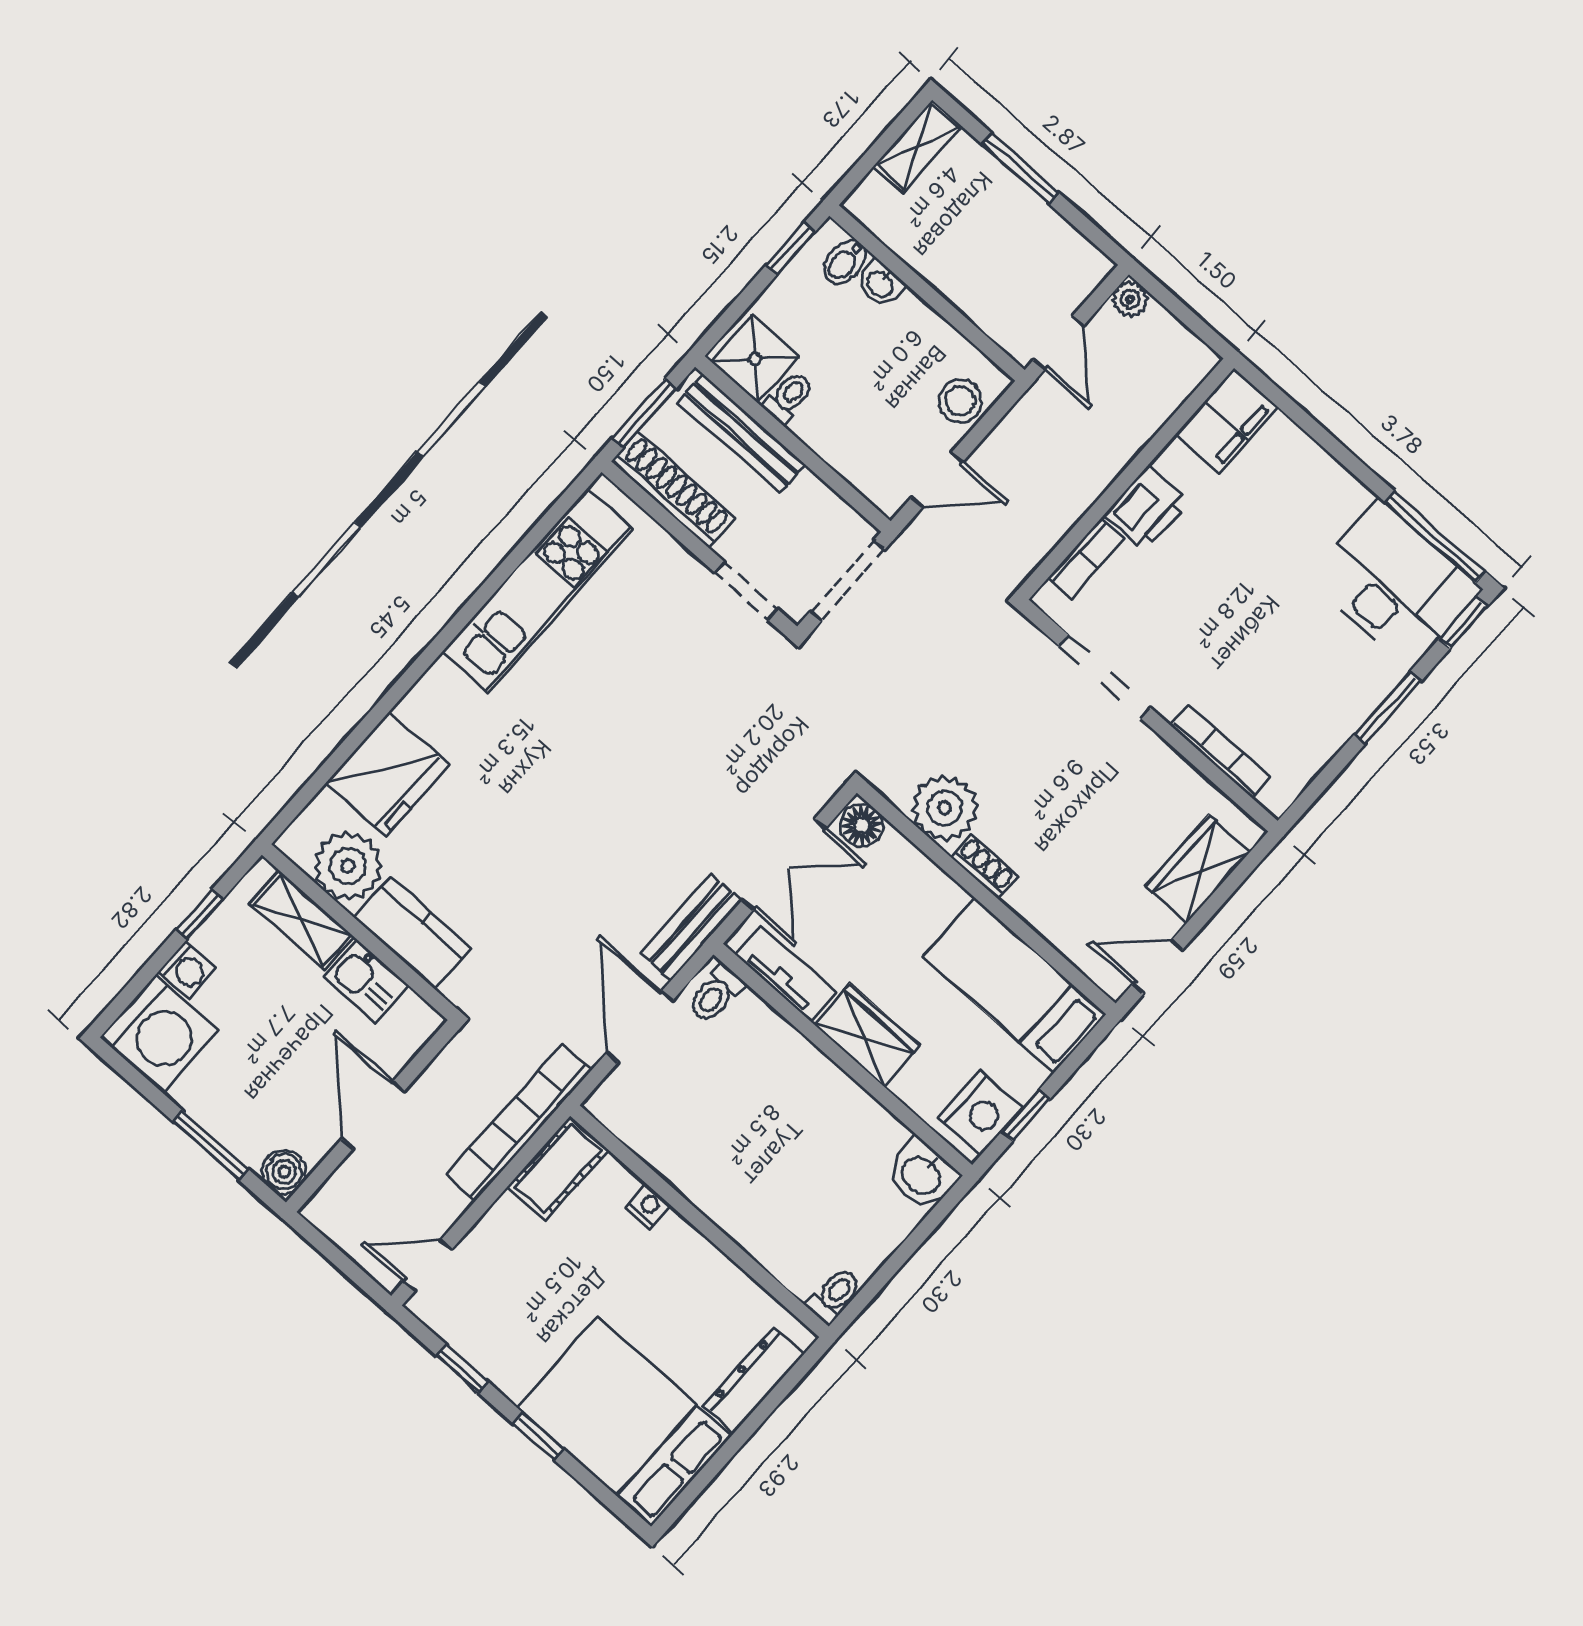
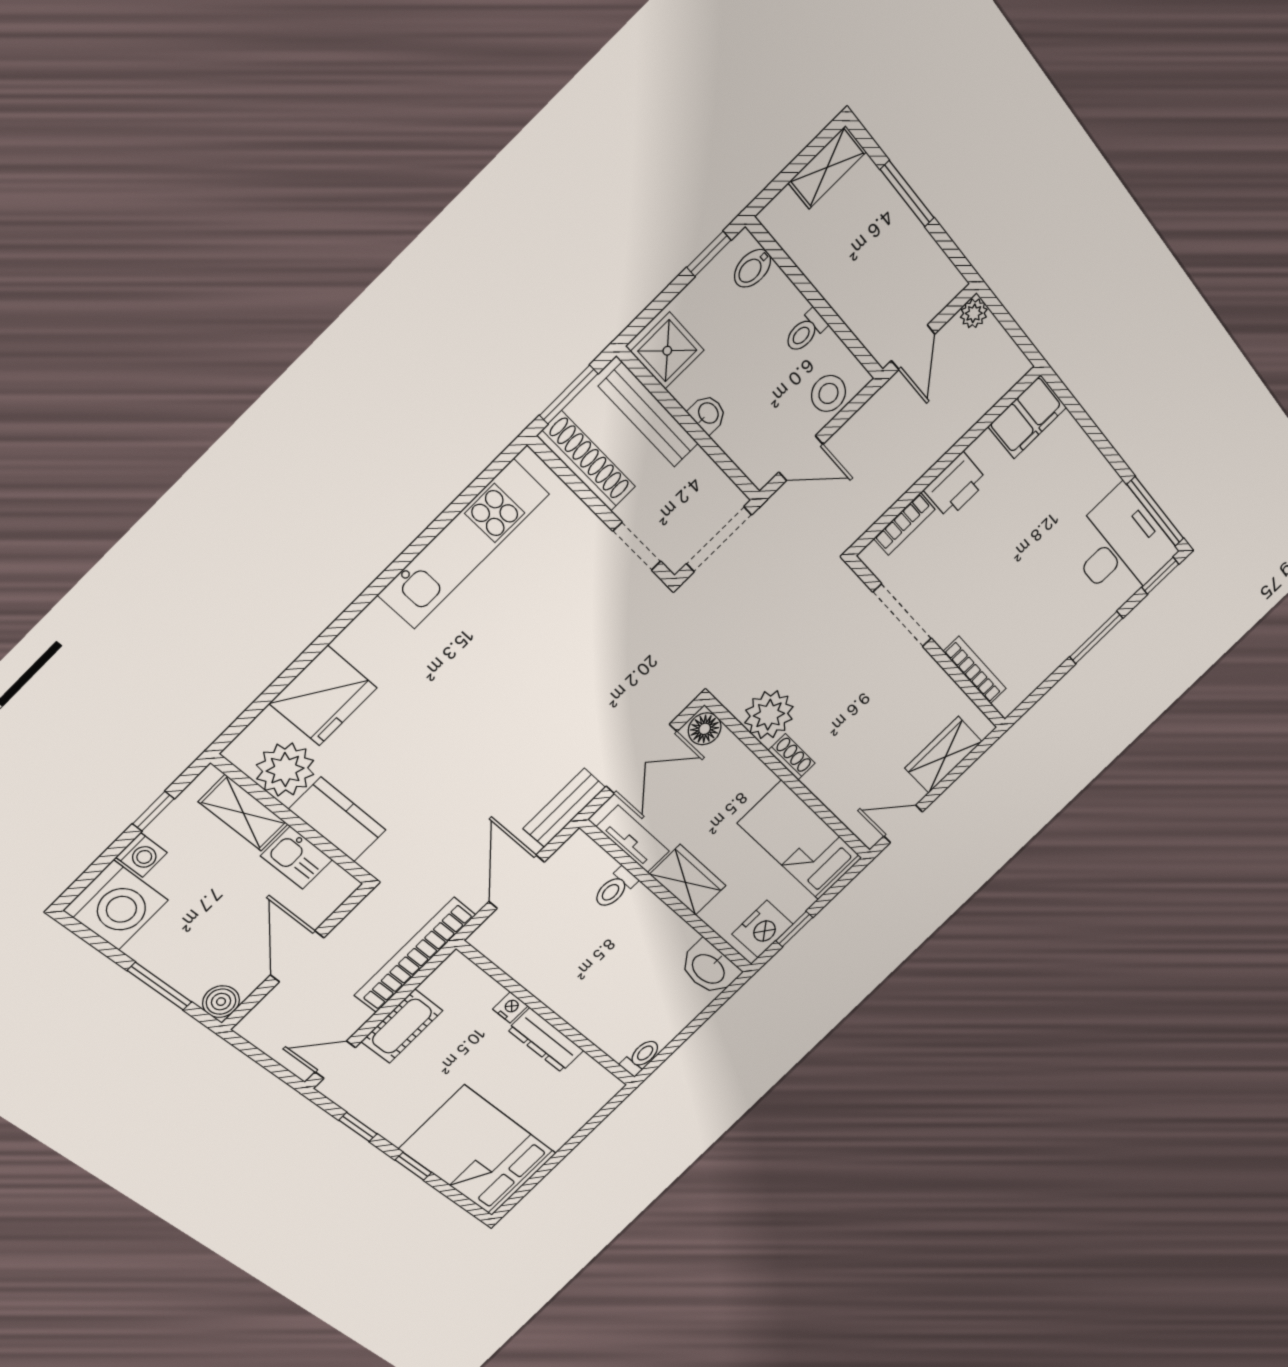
washbasin: (880, 284) -> (708, 414), moved, turned 180
toilet: (789, 397) -> (806, 331), moved, turned 180
toilet: (716, 994) -> (615, 888), moved
cot: (558, 1169) -> (402, 1026), moved
washbasin: (922, 1175) -> (709, 968), width x1.38
dresser: (754, 1380) -> (546, 1040), moved, turned -90

